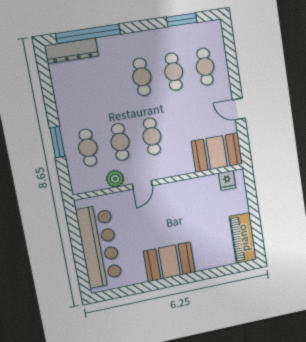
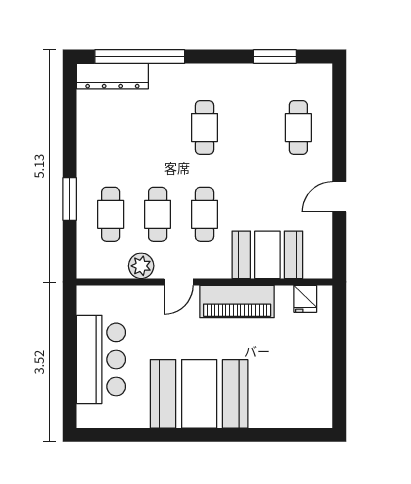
cafe table: (174, 72) -> (251, 128), removed
door: (239, 109) -> (339, 197), hinge flipped
booth: (217, 153) -> (267, 255), moved
piano: (243, 238) -> (237, 301), moved, turned -90
bar counter: (99, 246) -> (101, 359), width x0.73
booth: (169, 262) -> (199, 394), width x1.36, depth x1.42

